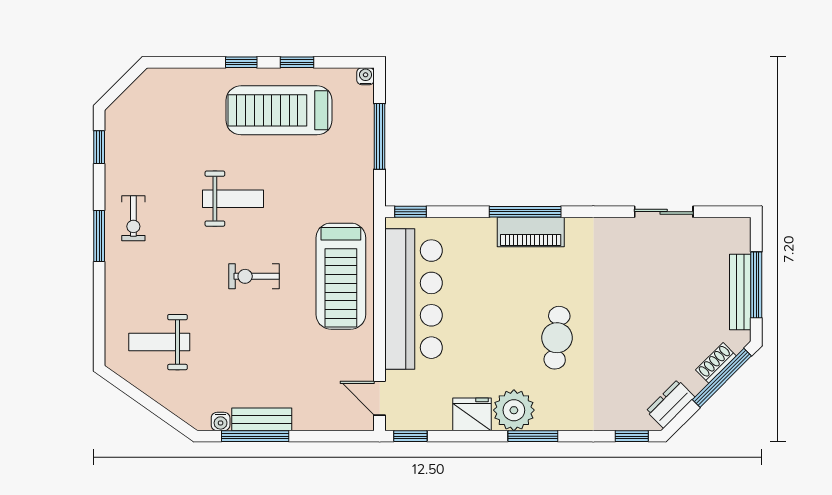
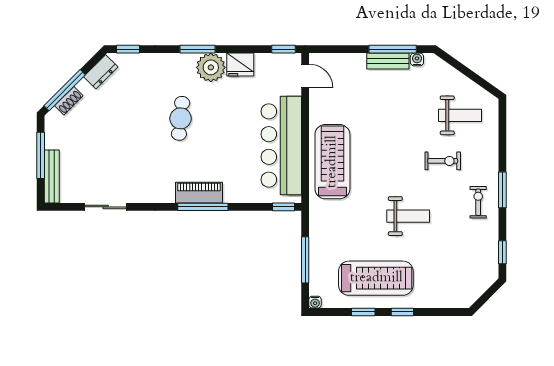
weight bench: (233, 199) -> (408, 216), turned 180
exercise bike: (254, 276) -> (443, 161), moved
bench: (740, 292) -> (52, 176), moved

